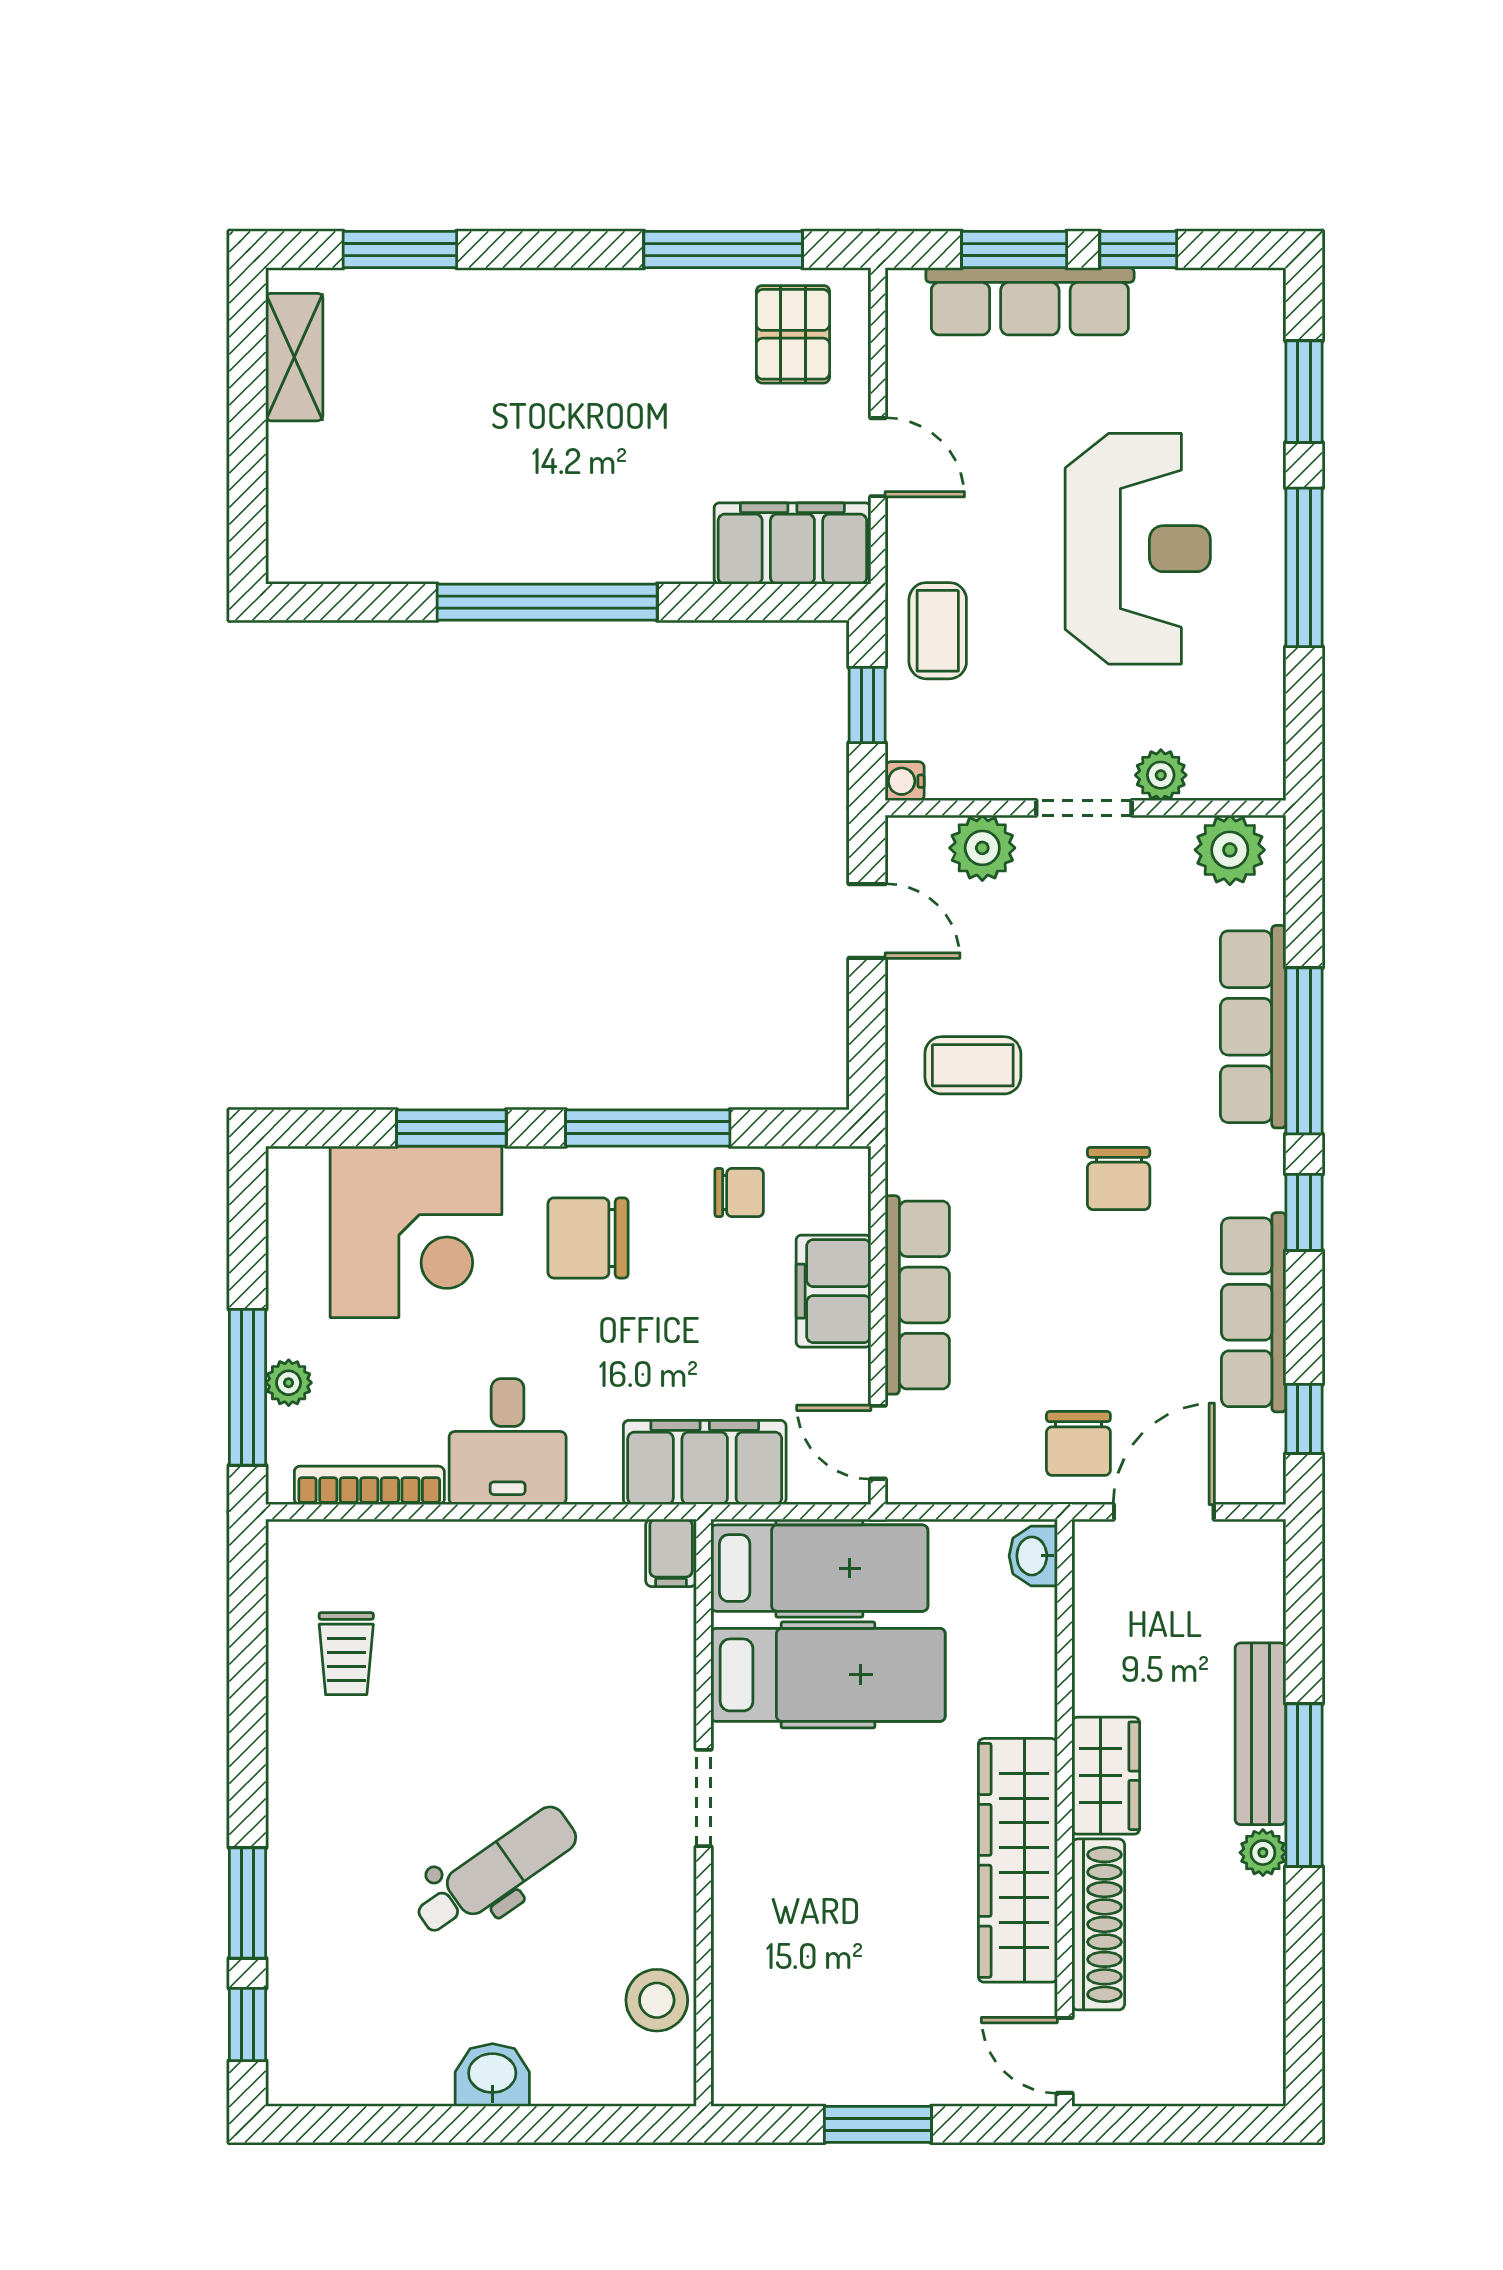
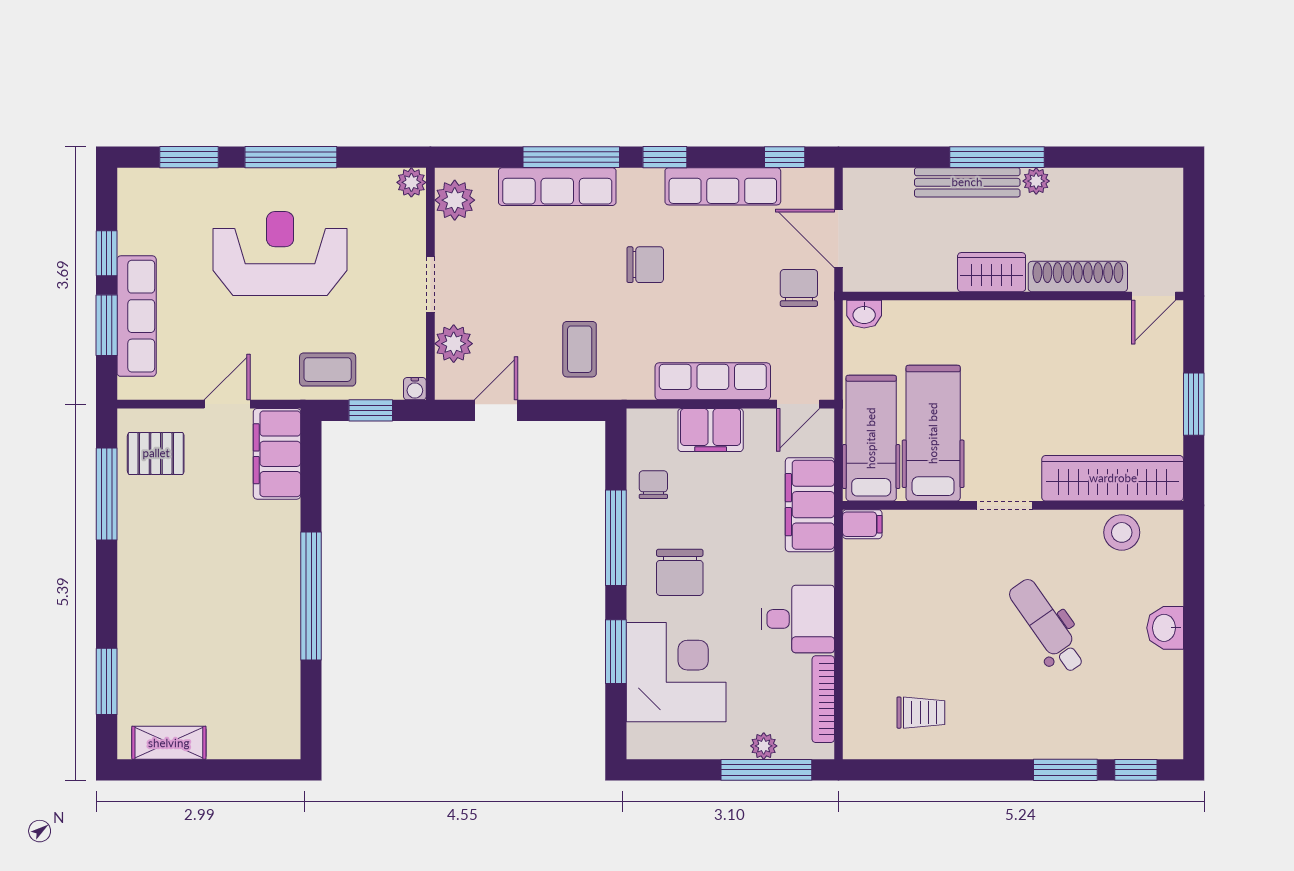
plant: (1161, 775) -> (411, 182), moved
chair: (1078, 1443) -> (799, 288), turned -90
wardrobe: (1018, 1860) -> (1113, 478), moved, turned 180

